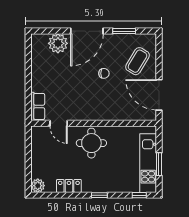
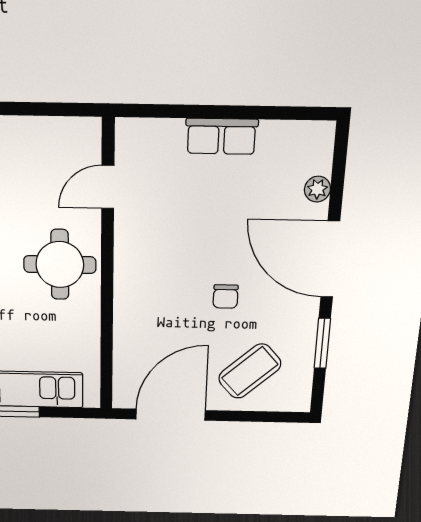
plant: (58, 43) -> (317, 189), width x0.53, depth x0.53
coffee table: (138, 61) -> (250, 371), turned -73
row of seats: (38, 106) -> (221, 136), moved

